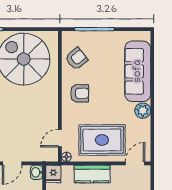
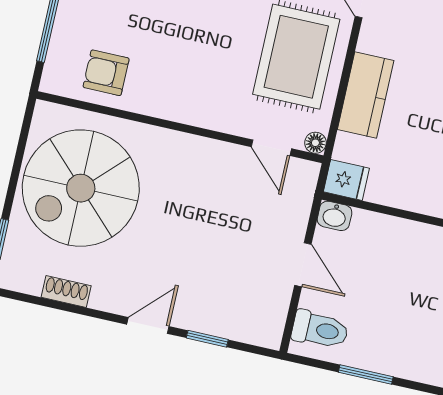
armchair: (76, 59) -> (106, 73), turned -51
armchair: (80, 93) -> (183, 83), removed

